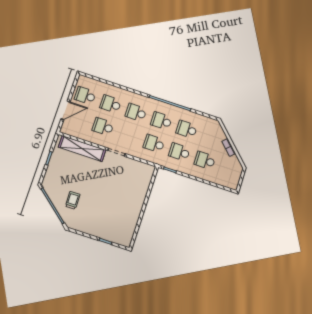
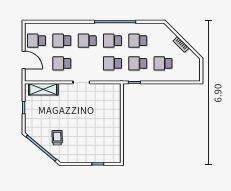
door: (65, 110) -> (24, 60), hinge flipped
shelving: (82, 149) -> (43, 89), width x0.68

